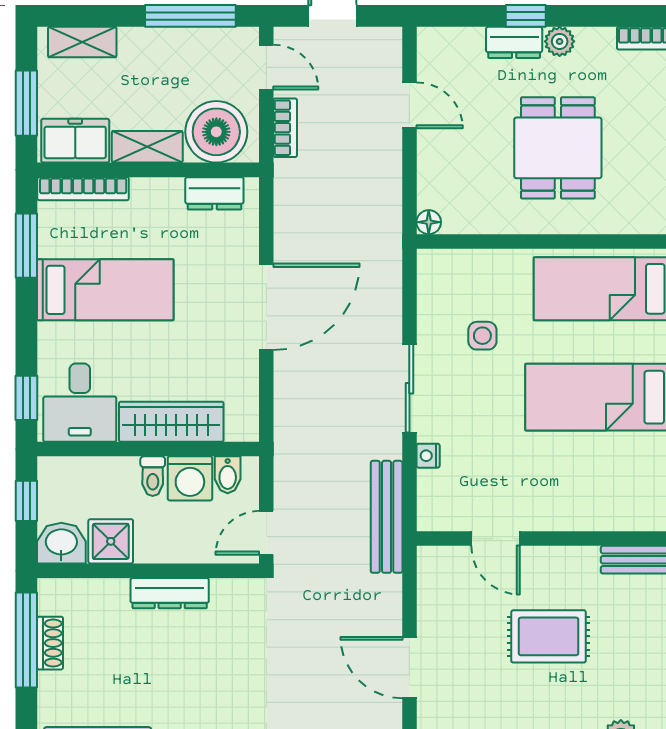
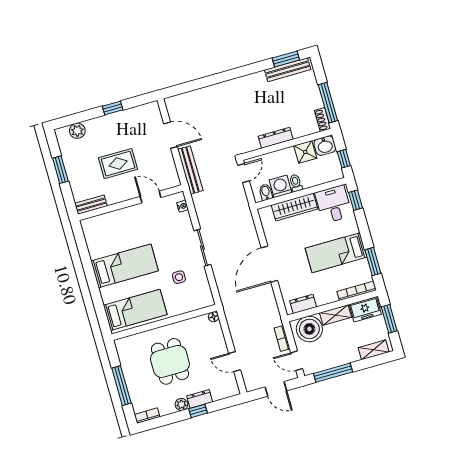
nightstand: (428, 456) -> (183, 206), moved
bench: (387, 517) -> (190, 170), moved
shoe rack: (50, 643) -> (322, 120), moved

